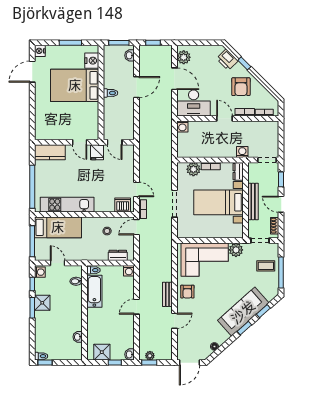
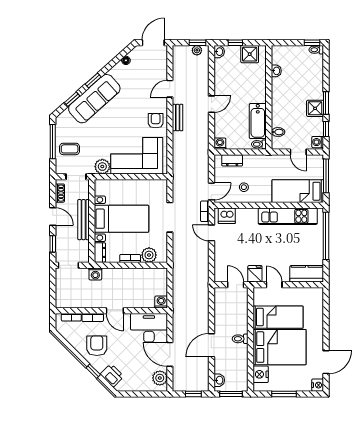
bed: (76, 113) -> (278, 317), added

